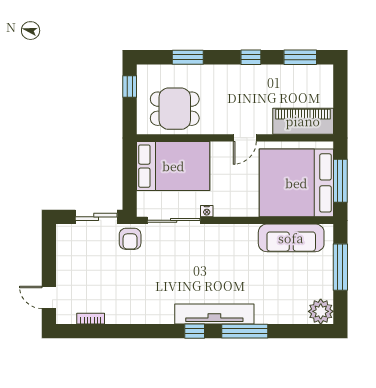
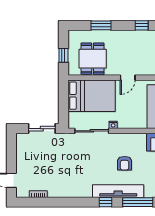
window: (130, 86) -> (63, 55), moved
dining table: (175, 109) -> (93, 59), turned 90
door: (245, 138) -> (128, 78), moved
armchair: (130, 239) -> (125, 163), moved

